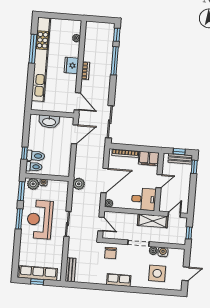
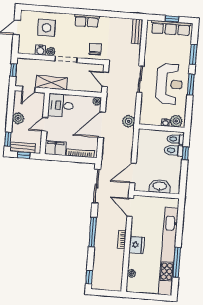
window: (115, 61) -> (93, 232), moved
plant: (184, 187) -> (18, 118), added
window: (21, 191) -> (193, 54), moved

